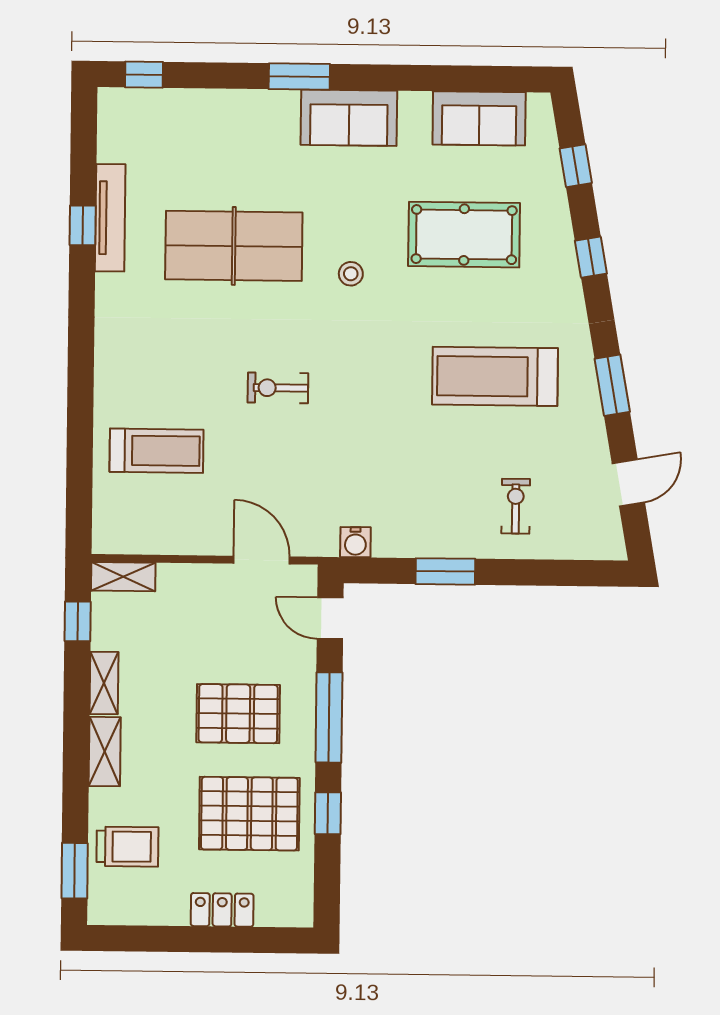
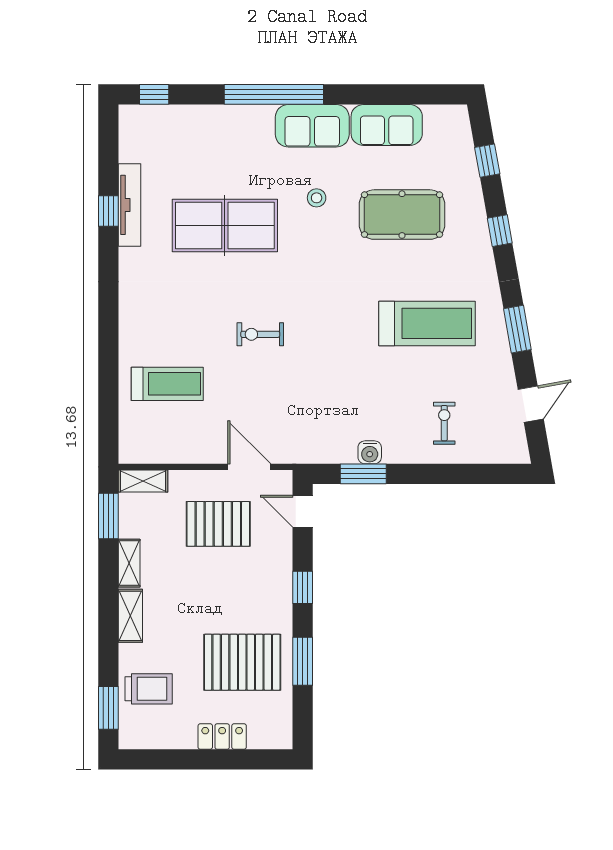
window: (299, 76) -> (274, 94), width x2.11
sofa: (479, 118) -> (387, 125), moved
stool: (351, 274) -> (317, 198), moved
treadmill: (495, 376) -> (427, 323), turned 180
water cooler: (355, 542) -> (370, 452), moved
window: (445, 571) -> (363, 474), moved
window: (78, 621) -> (108, 516), width x1.50
pallet: (238, 714) -> (218, 524), moved
window: (329, 717) -> (303, 587), width x0.46
window: (328, 813) -> (303, 661), width x1.50

